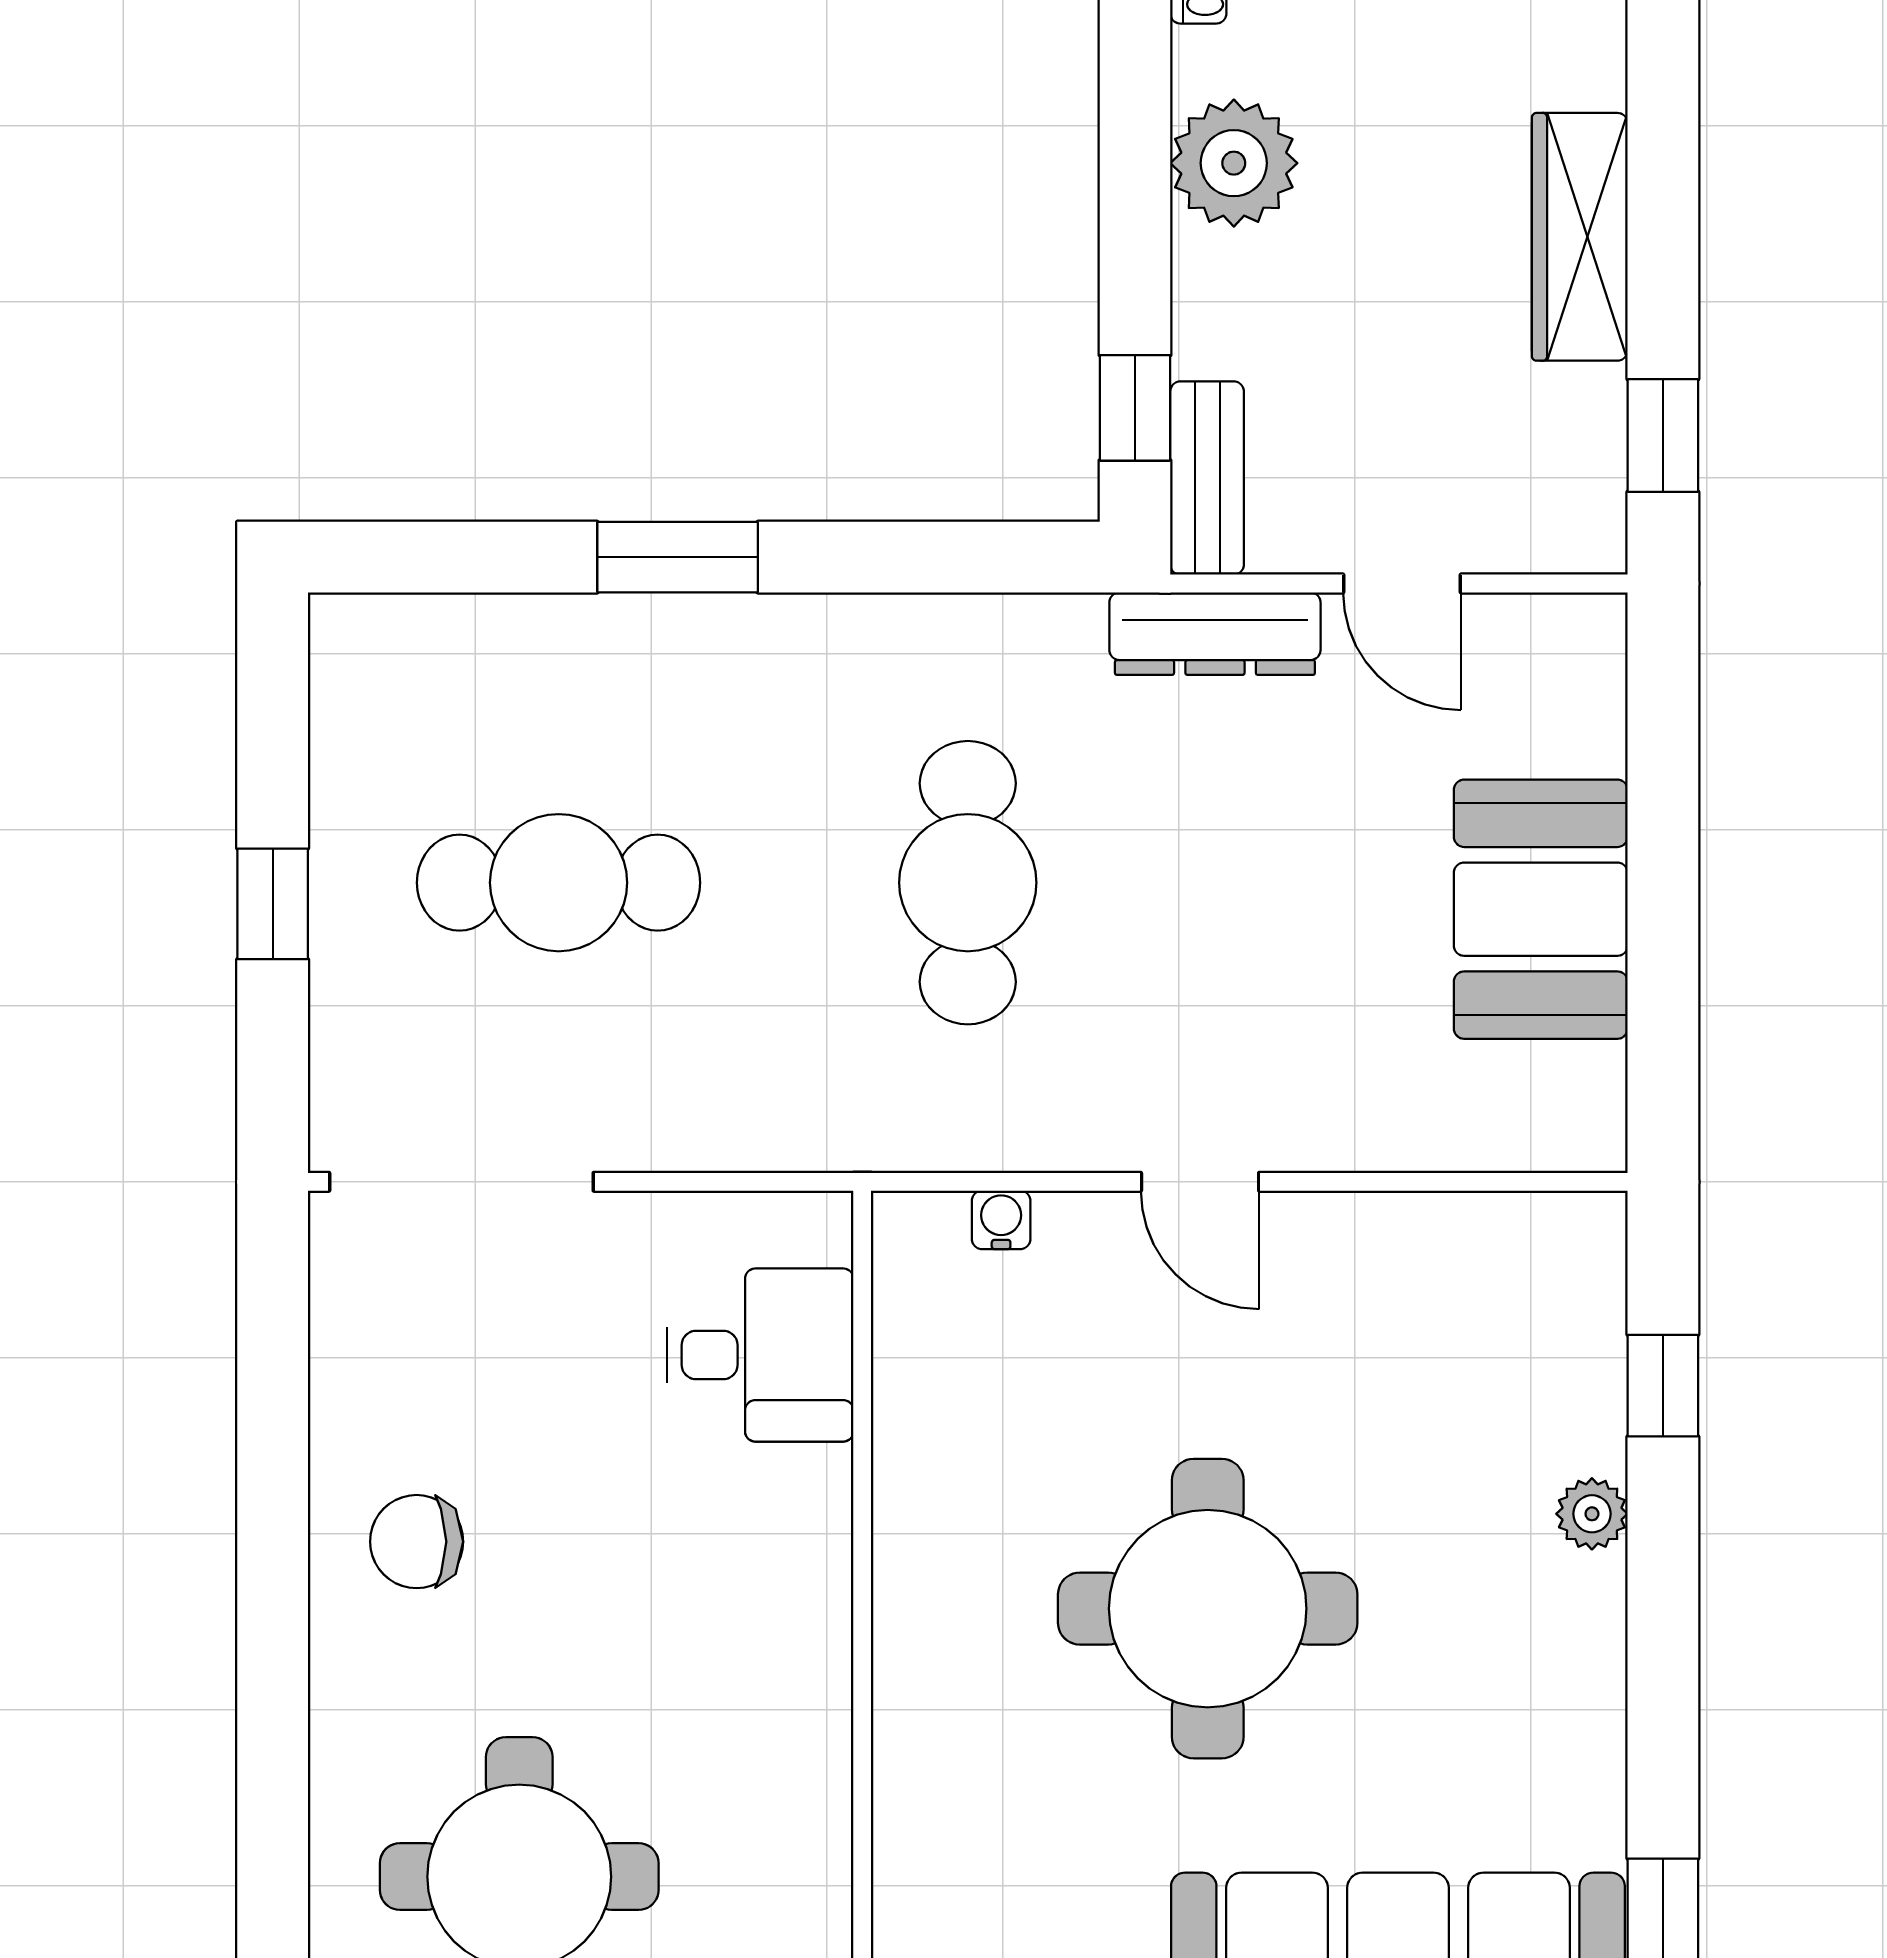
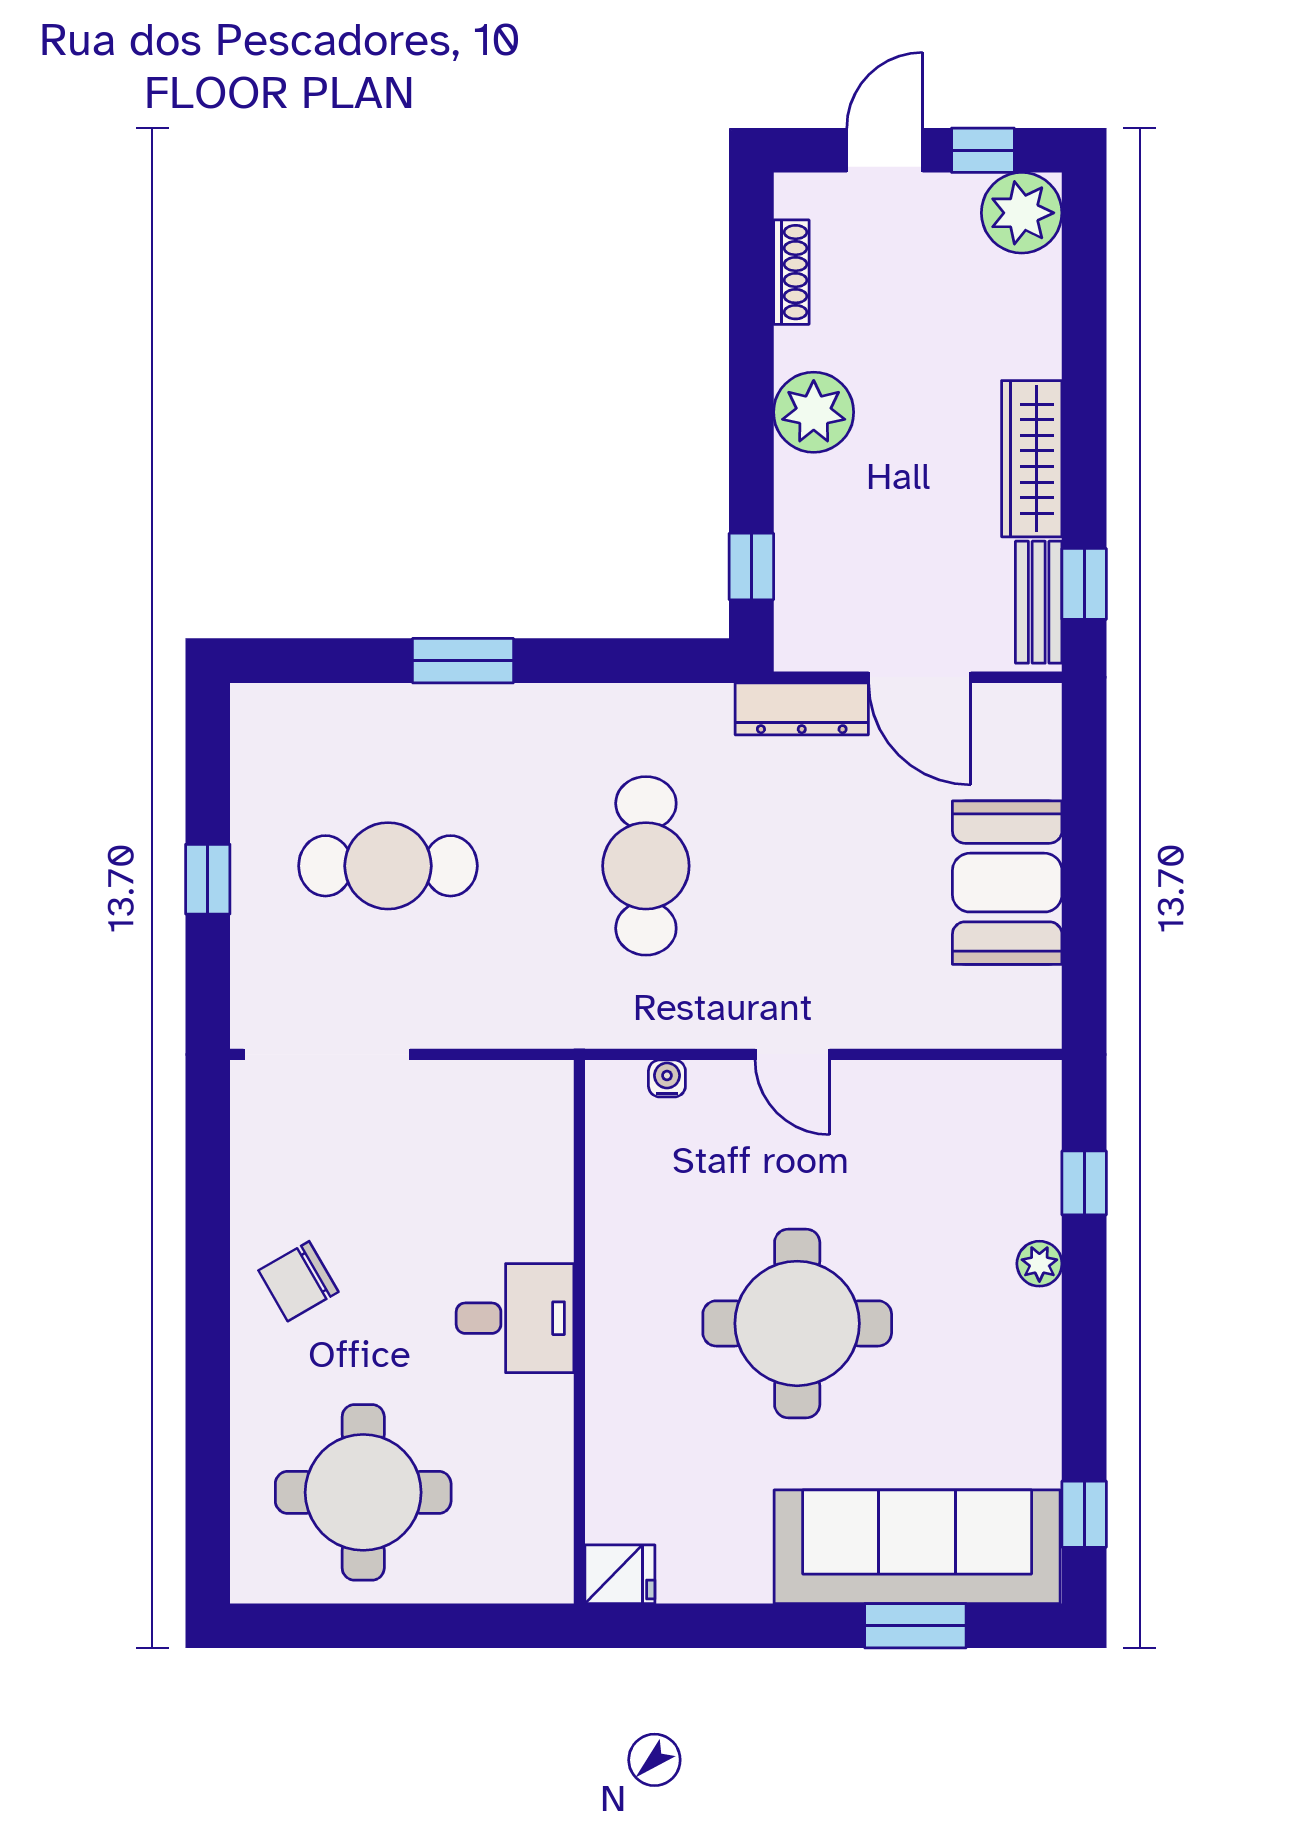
bench: (1207, 478) -> (1039, 602), moved
door: (1402, 583) -> (920, 677), width x1.38
desk: (760, 1355) -> (515, 1318), moved
chair: (417, 1542) -> (298, 1281), turned -30

